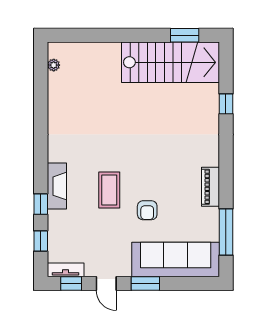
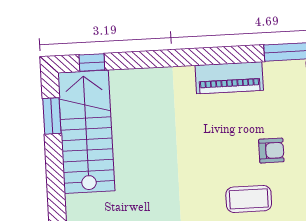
window: (226, 104) -> (92, 62), moved
piano: (210, 187) -> (229, 78), width x1.37, depth x1.33

